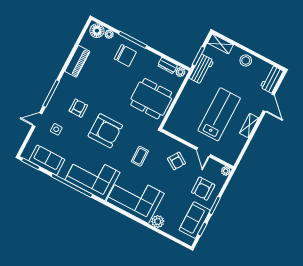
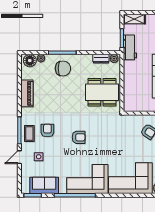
armchair: (105, 131) -> (79, 137), width x0.53, depth x0.53
coffee table: (140, 156) -> (29, 134), moved

